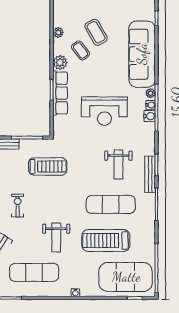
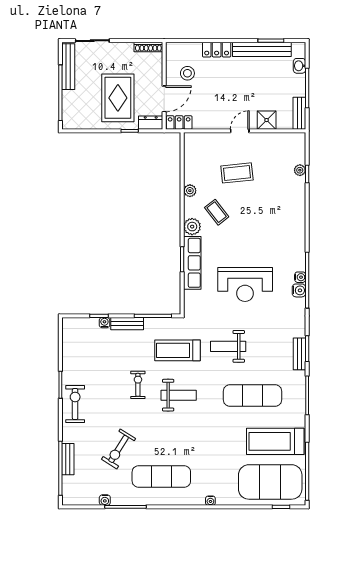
coffee table: (96, 32) -> (237, 173), moved, turned -66
sofa: (142, 54) -> (290, 217), removed
plant: (150, 93) -> (300, 170), moved
weight bench: (118, 164) -> (228, 346), moved, turned 90
treadmill: (48, 166) -> (178, 350), turned 180
bench: (150, 174) -> (299, 354), width x0.73
exercise bike: (18, 206) -> (138, 385), moved
weight bench: (56, 237) -> (179, 395), moved, turned -90
treadmill: (106, 241) -> (275, 441), moved

